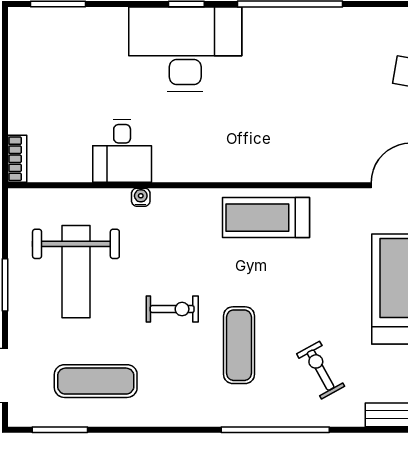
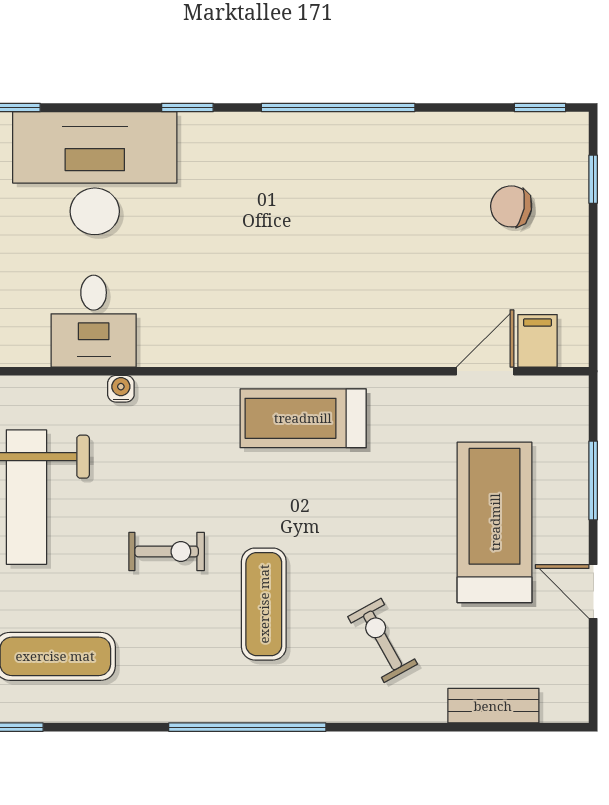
desk: (185, 49) -> (95, 173), moved
window: (275, 430) -> (247, 727), moved

